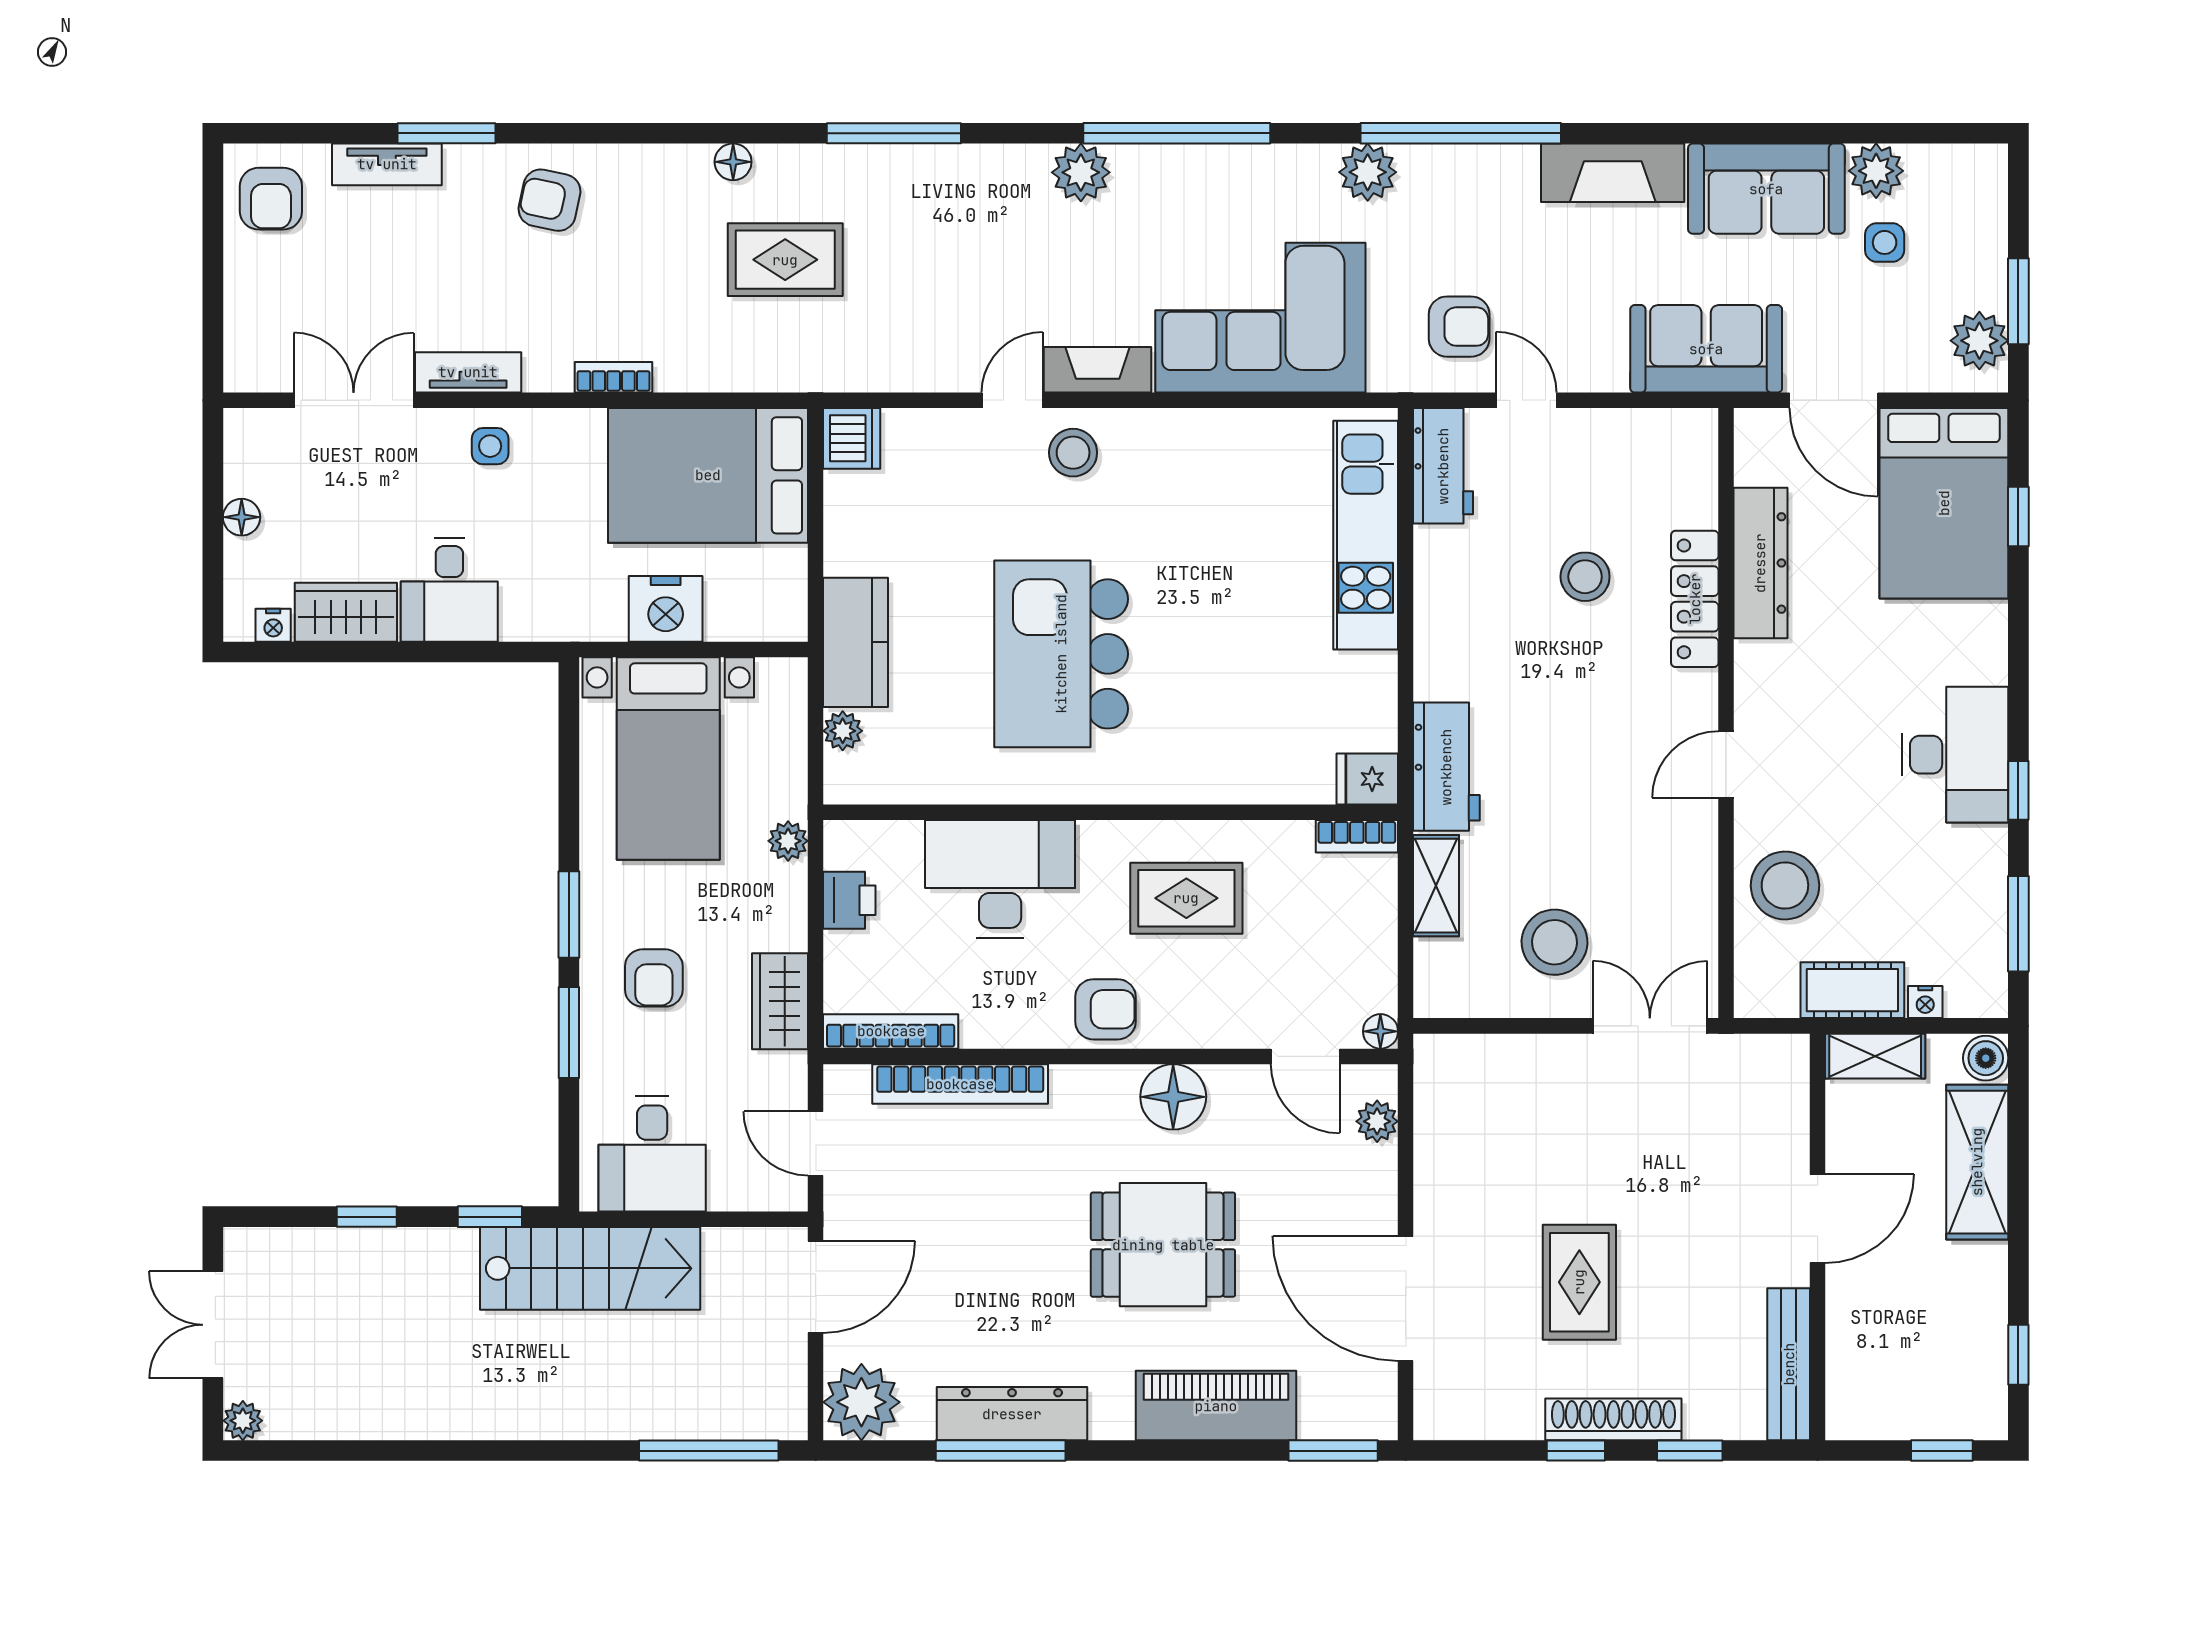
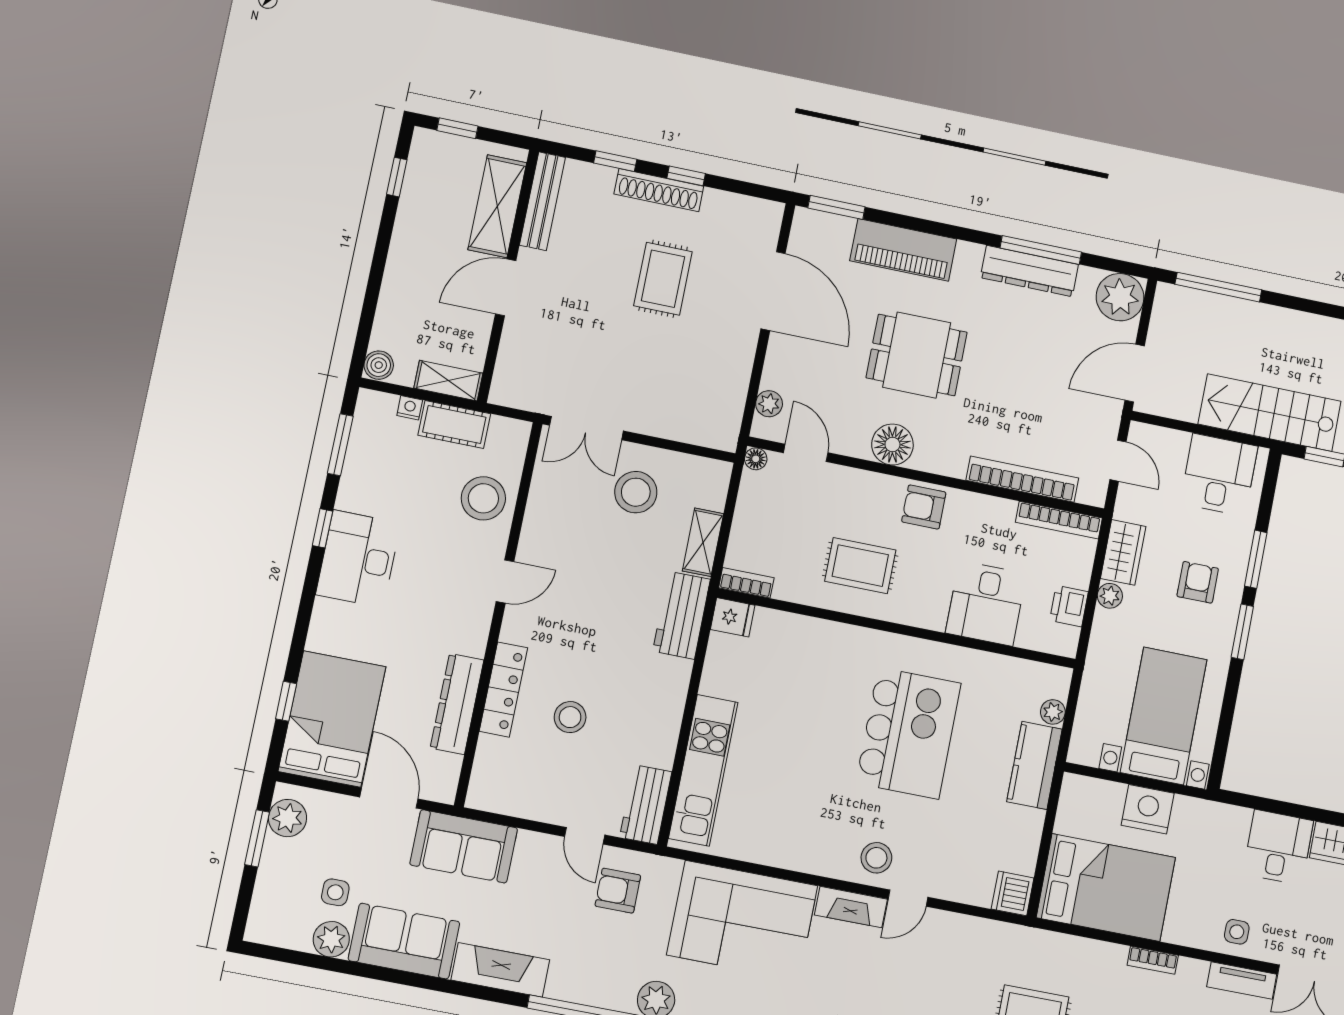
plant: (788, 841) -> (1110, 596), moved
desk: (1000, 879) -> (986, 603), width x0.73
shelving: (1977, 1162) -> (497, 206), moved

